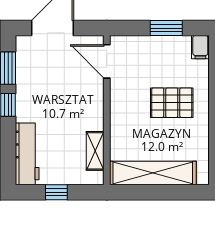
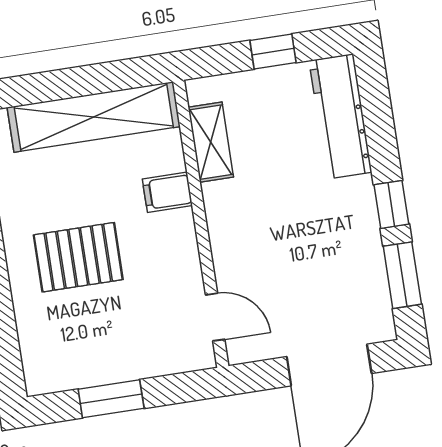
filing cabinet: (200, 47) -> (167, 192), moved, turned -90
door: (107, 61) -> (215, 317), width x0.73

